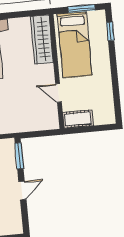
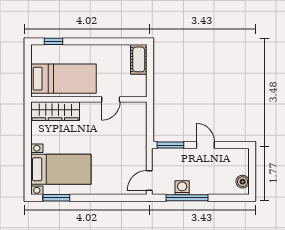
window: (82, 9) -> (28, 68), removed
cot: (78, 119) -> (139, 59), moved

